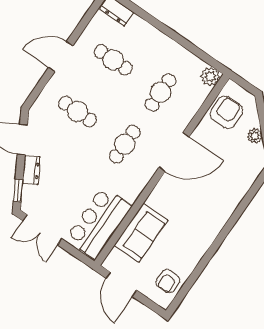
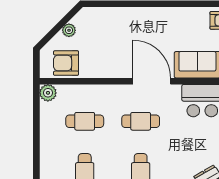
door: (174, 152) -> (152, 81), moved

